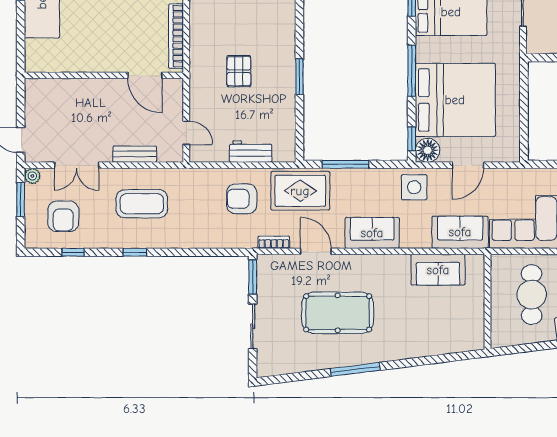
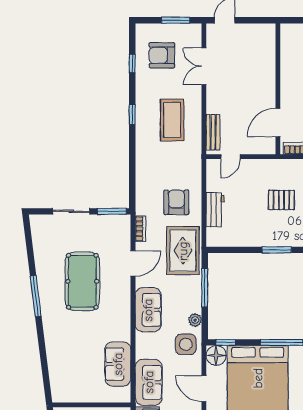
bench: (135, 154) -> (213, 132), moved
plant: (32, 176) -> (195, 320), moved

